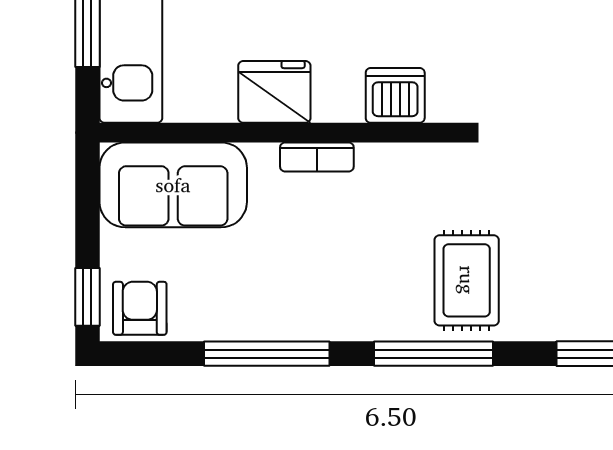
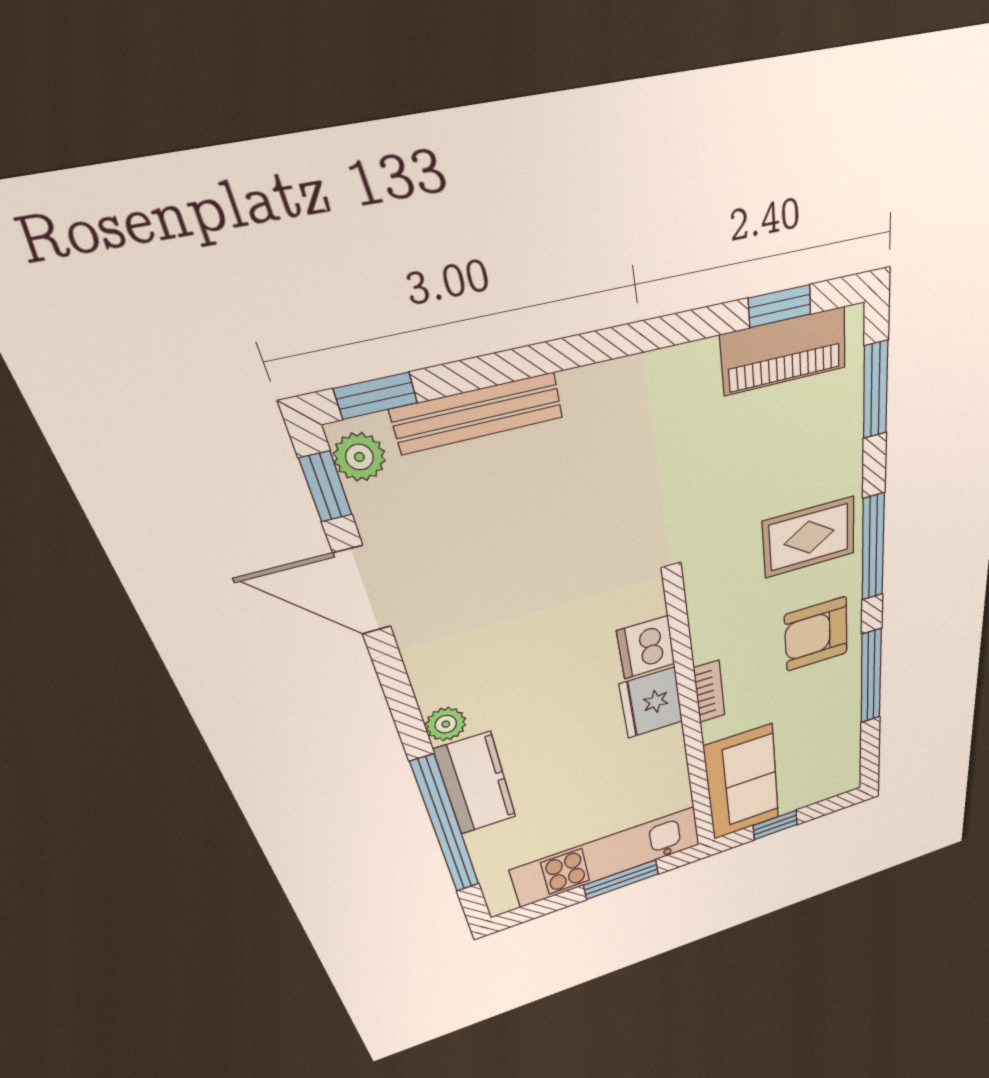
fridge: (274, 92) -> (651, 703), moved
window: (87, 297) -> (775, 825), moved
armchair: (140, 308) -> (816, 634), moved, width x1.38, depth x1.38

